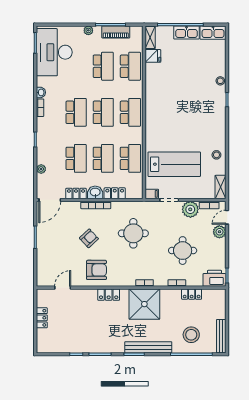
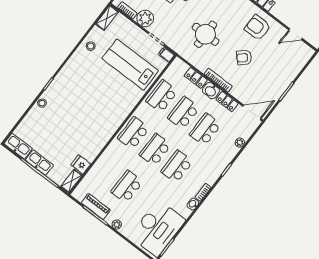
school desk: (130, 66) -> (105, 170), removed

